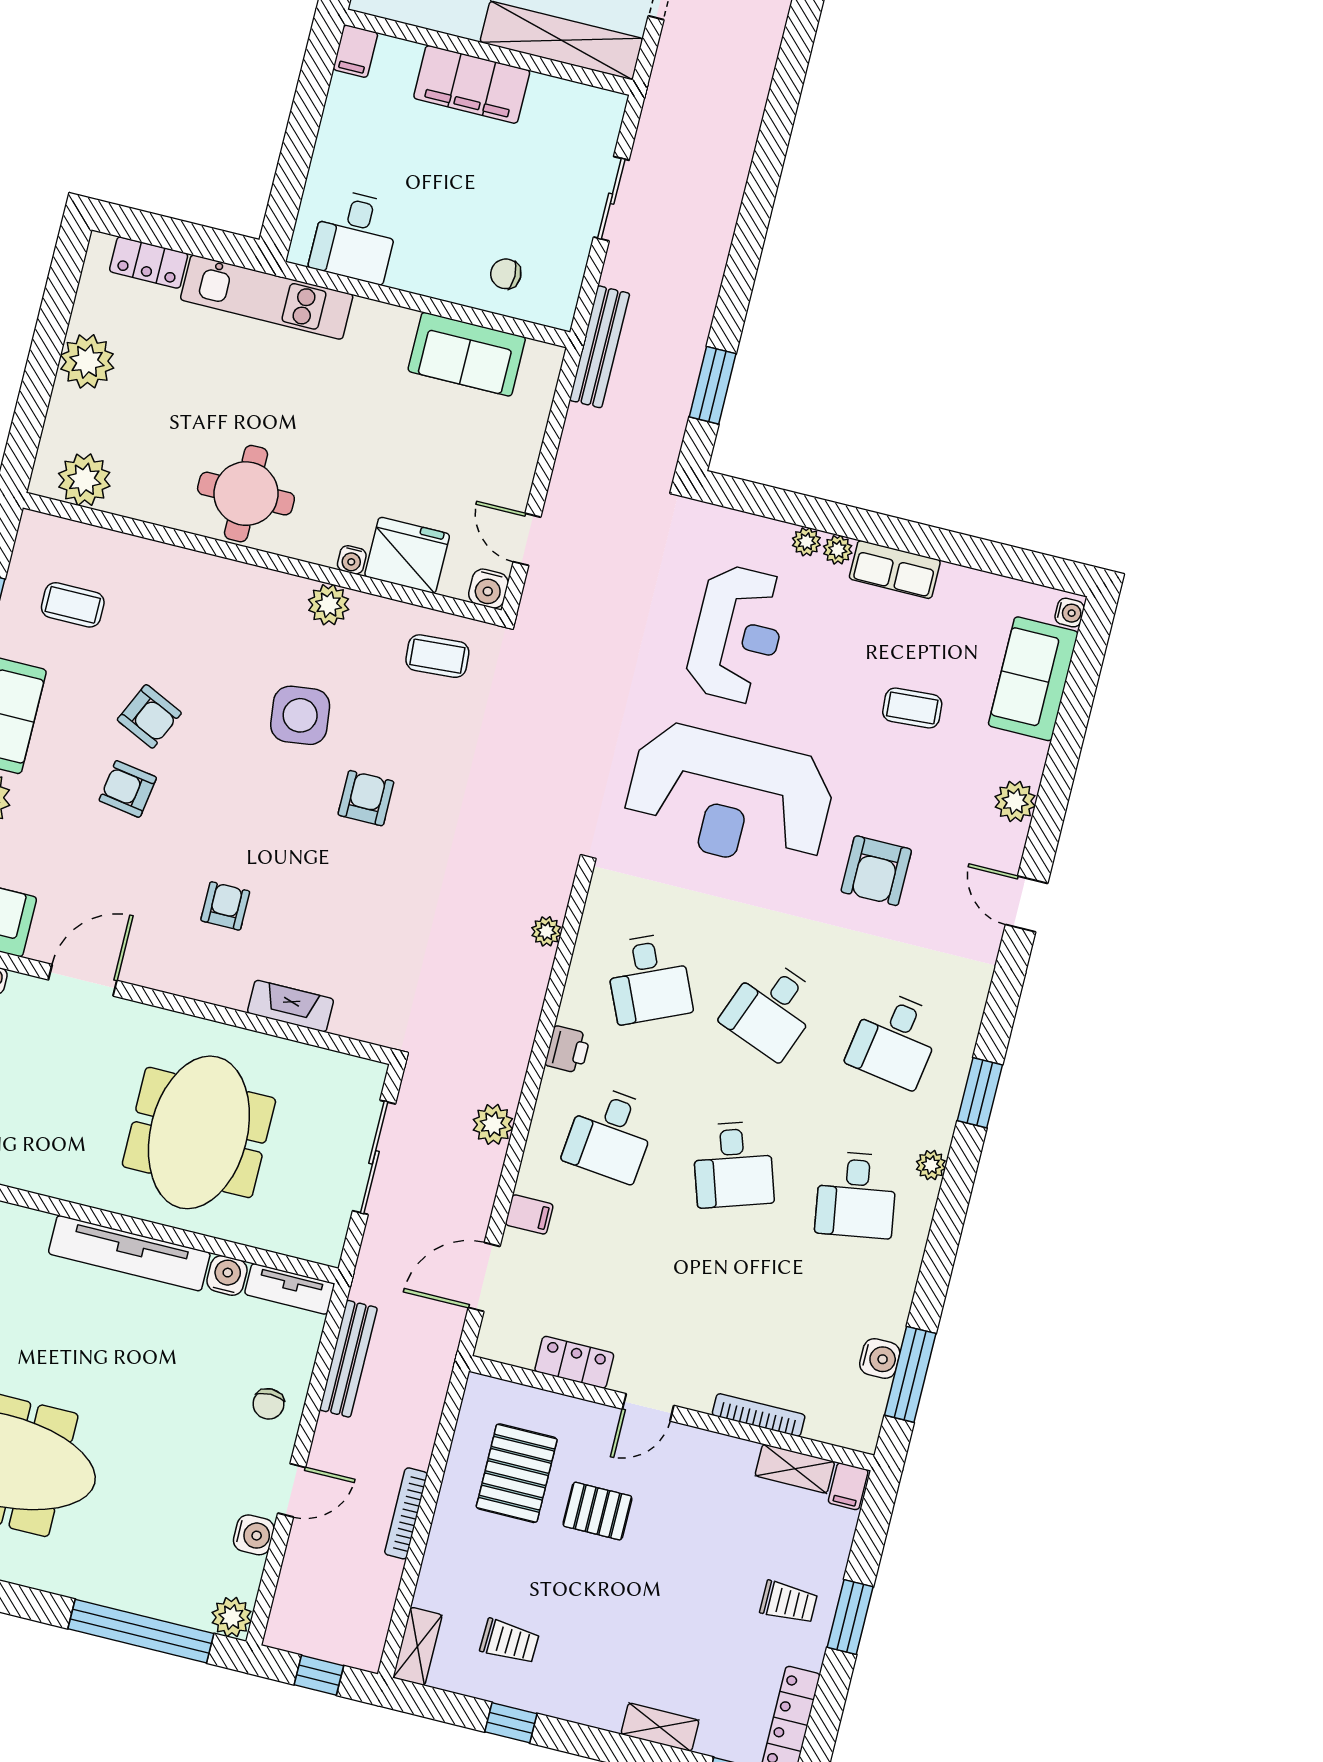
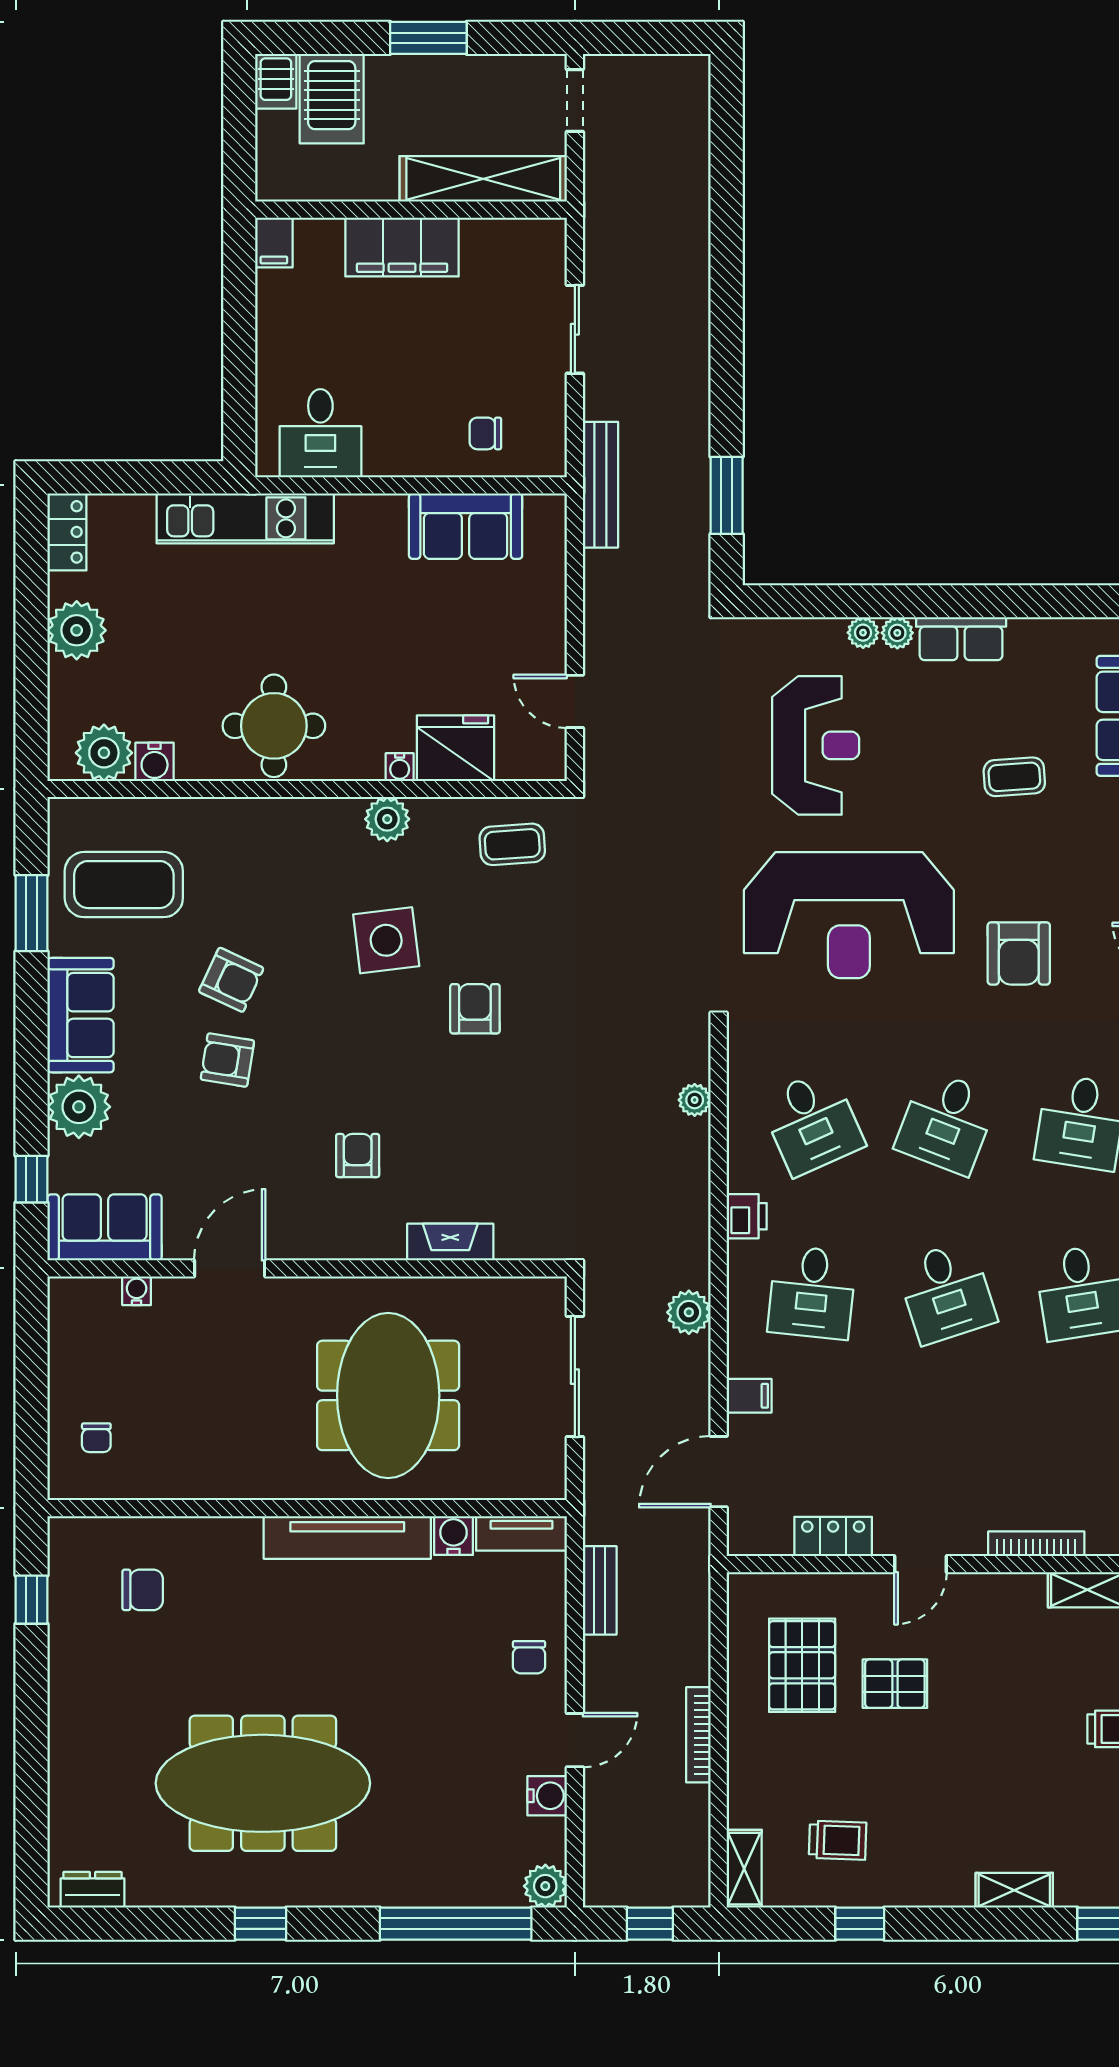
locker: (149, 263) -> (67, 532), moved, turned -90
water cooler: (488, 589) -> (155, 762), moved
coffee table: (73, 605) -> (124, 885), width x1.86, depth x1.72
bench: (348, 1359) -> (600, 1590), width x0.73

